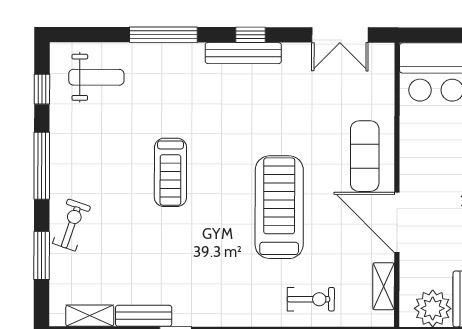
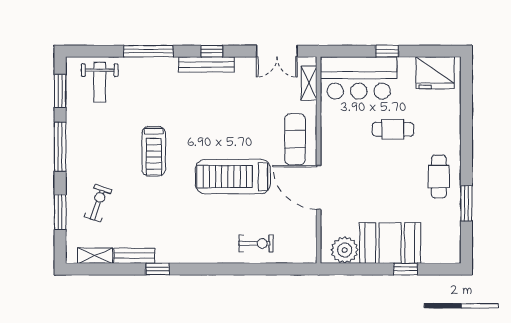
weight bench: (96, 77) -> (100, 82), turned 90
window: (42, 89) -> (60, 91), width x1.50
treadmill: (279, 207) -> (233, 176), turned -90
exercise bike: (72, 225) -> (98, 203), moved
shelving: (384, 286) -> (309, 83), moved

